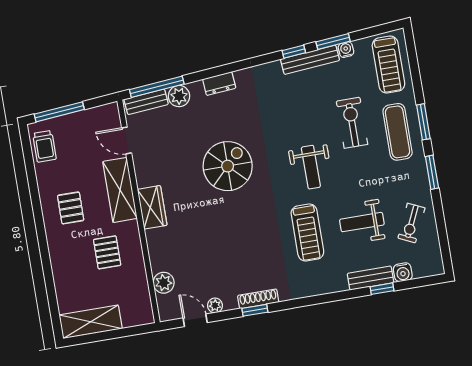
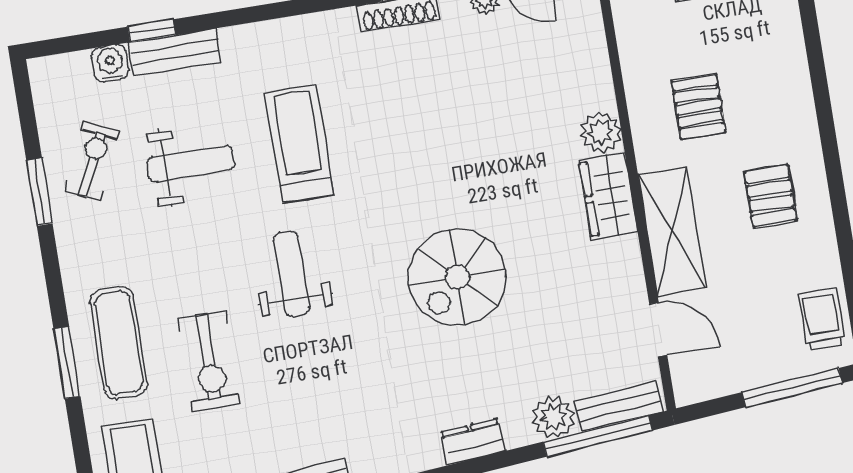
window: (432, 172) -> (39, 192), moved
plant: (164, 283) -> (601, 132), moved

